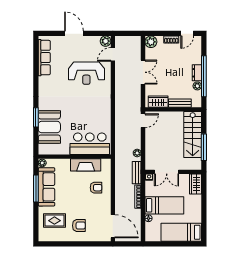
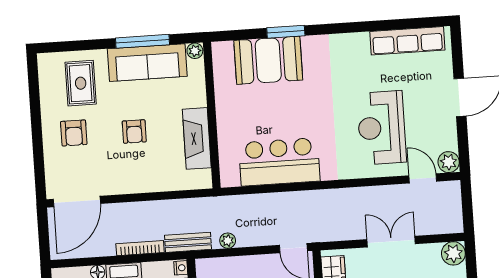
double door: (143, 72) -> (391, 242), swing flipped
bar counter: (90, 144) -> (279, 162), moved, turned -90
armchair: (96, 188) -> (134, 131), moved

